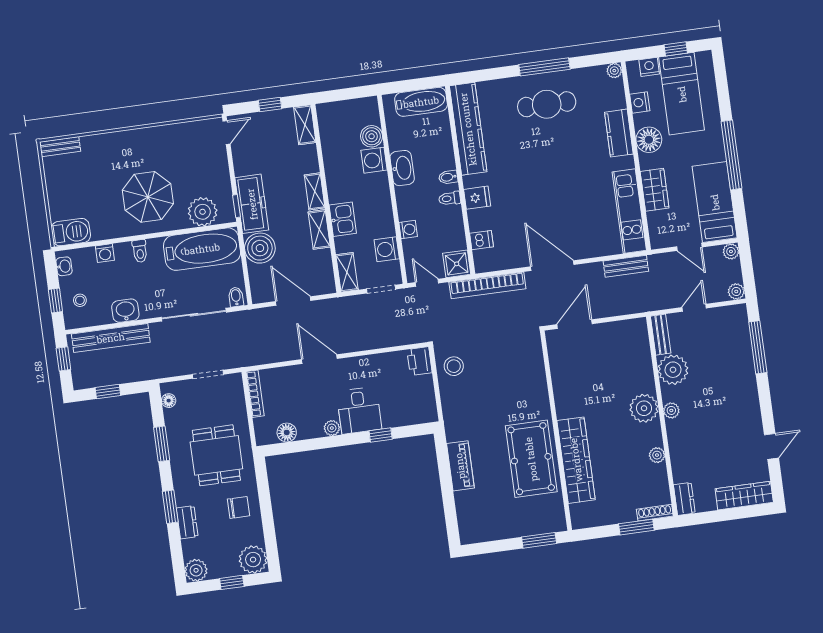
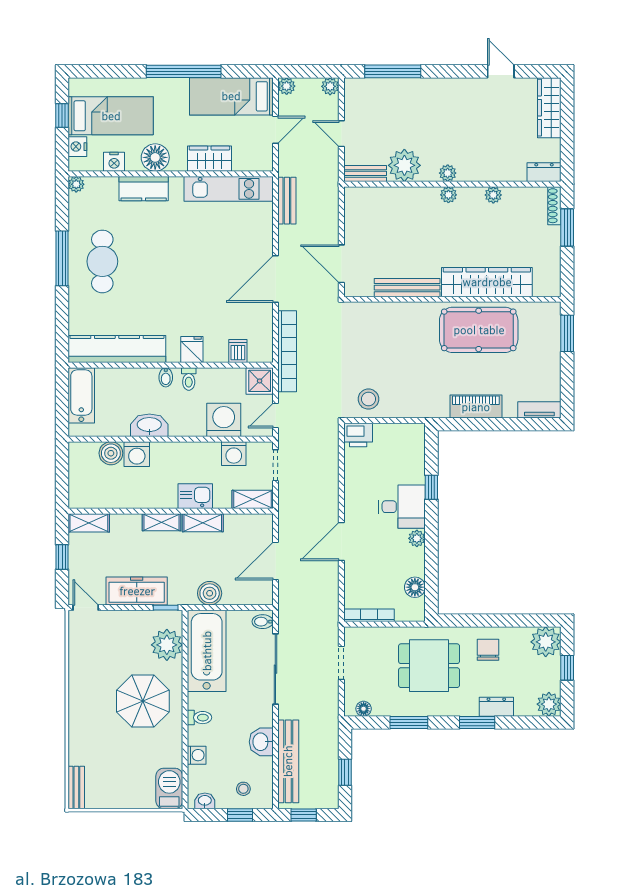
freezer: (252, 204) -> (137, 591), moved
washing machine: (408, 229) -> (224, 420), width x1.89, depth x1.89
boiler: (260, 248) -> (210, 593), width x0.73, depth x0.73
bench: (561, 388) -> (407, 288), added
plant: (644, 408) -> (448, 195), width x0.53, depth x0.53
tv unit: (465, 524) -> (539, 410), added

